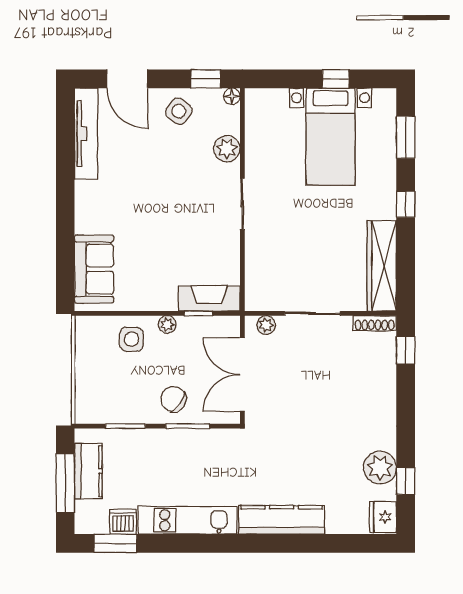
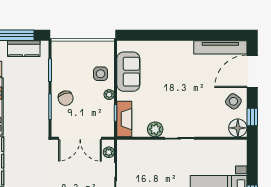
door: (127, 79) -> (252, 71), width x1.36
floor lamp: (232, 96) -> (238, 128), width x1.89, depth x1.89
plant: (227, 149) -> (155, 129), moved
sofa: (94, 269) -> (128, 72), moved, turned -90
double door: (242, 374) -> (80, 138), swing flipped
chair: (173, 399) -> (66, 98), turned 128

